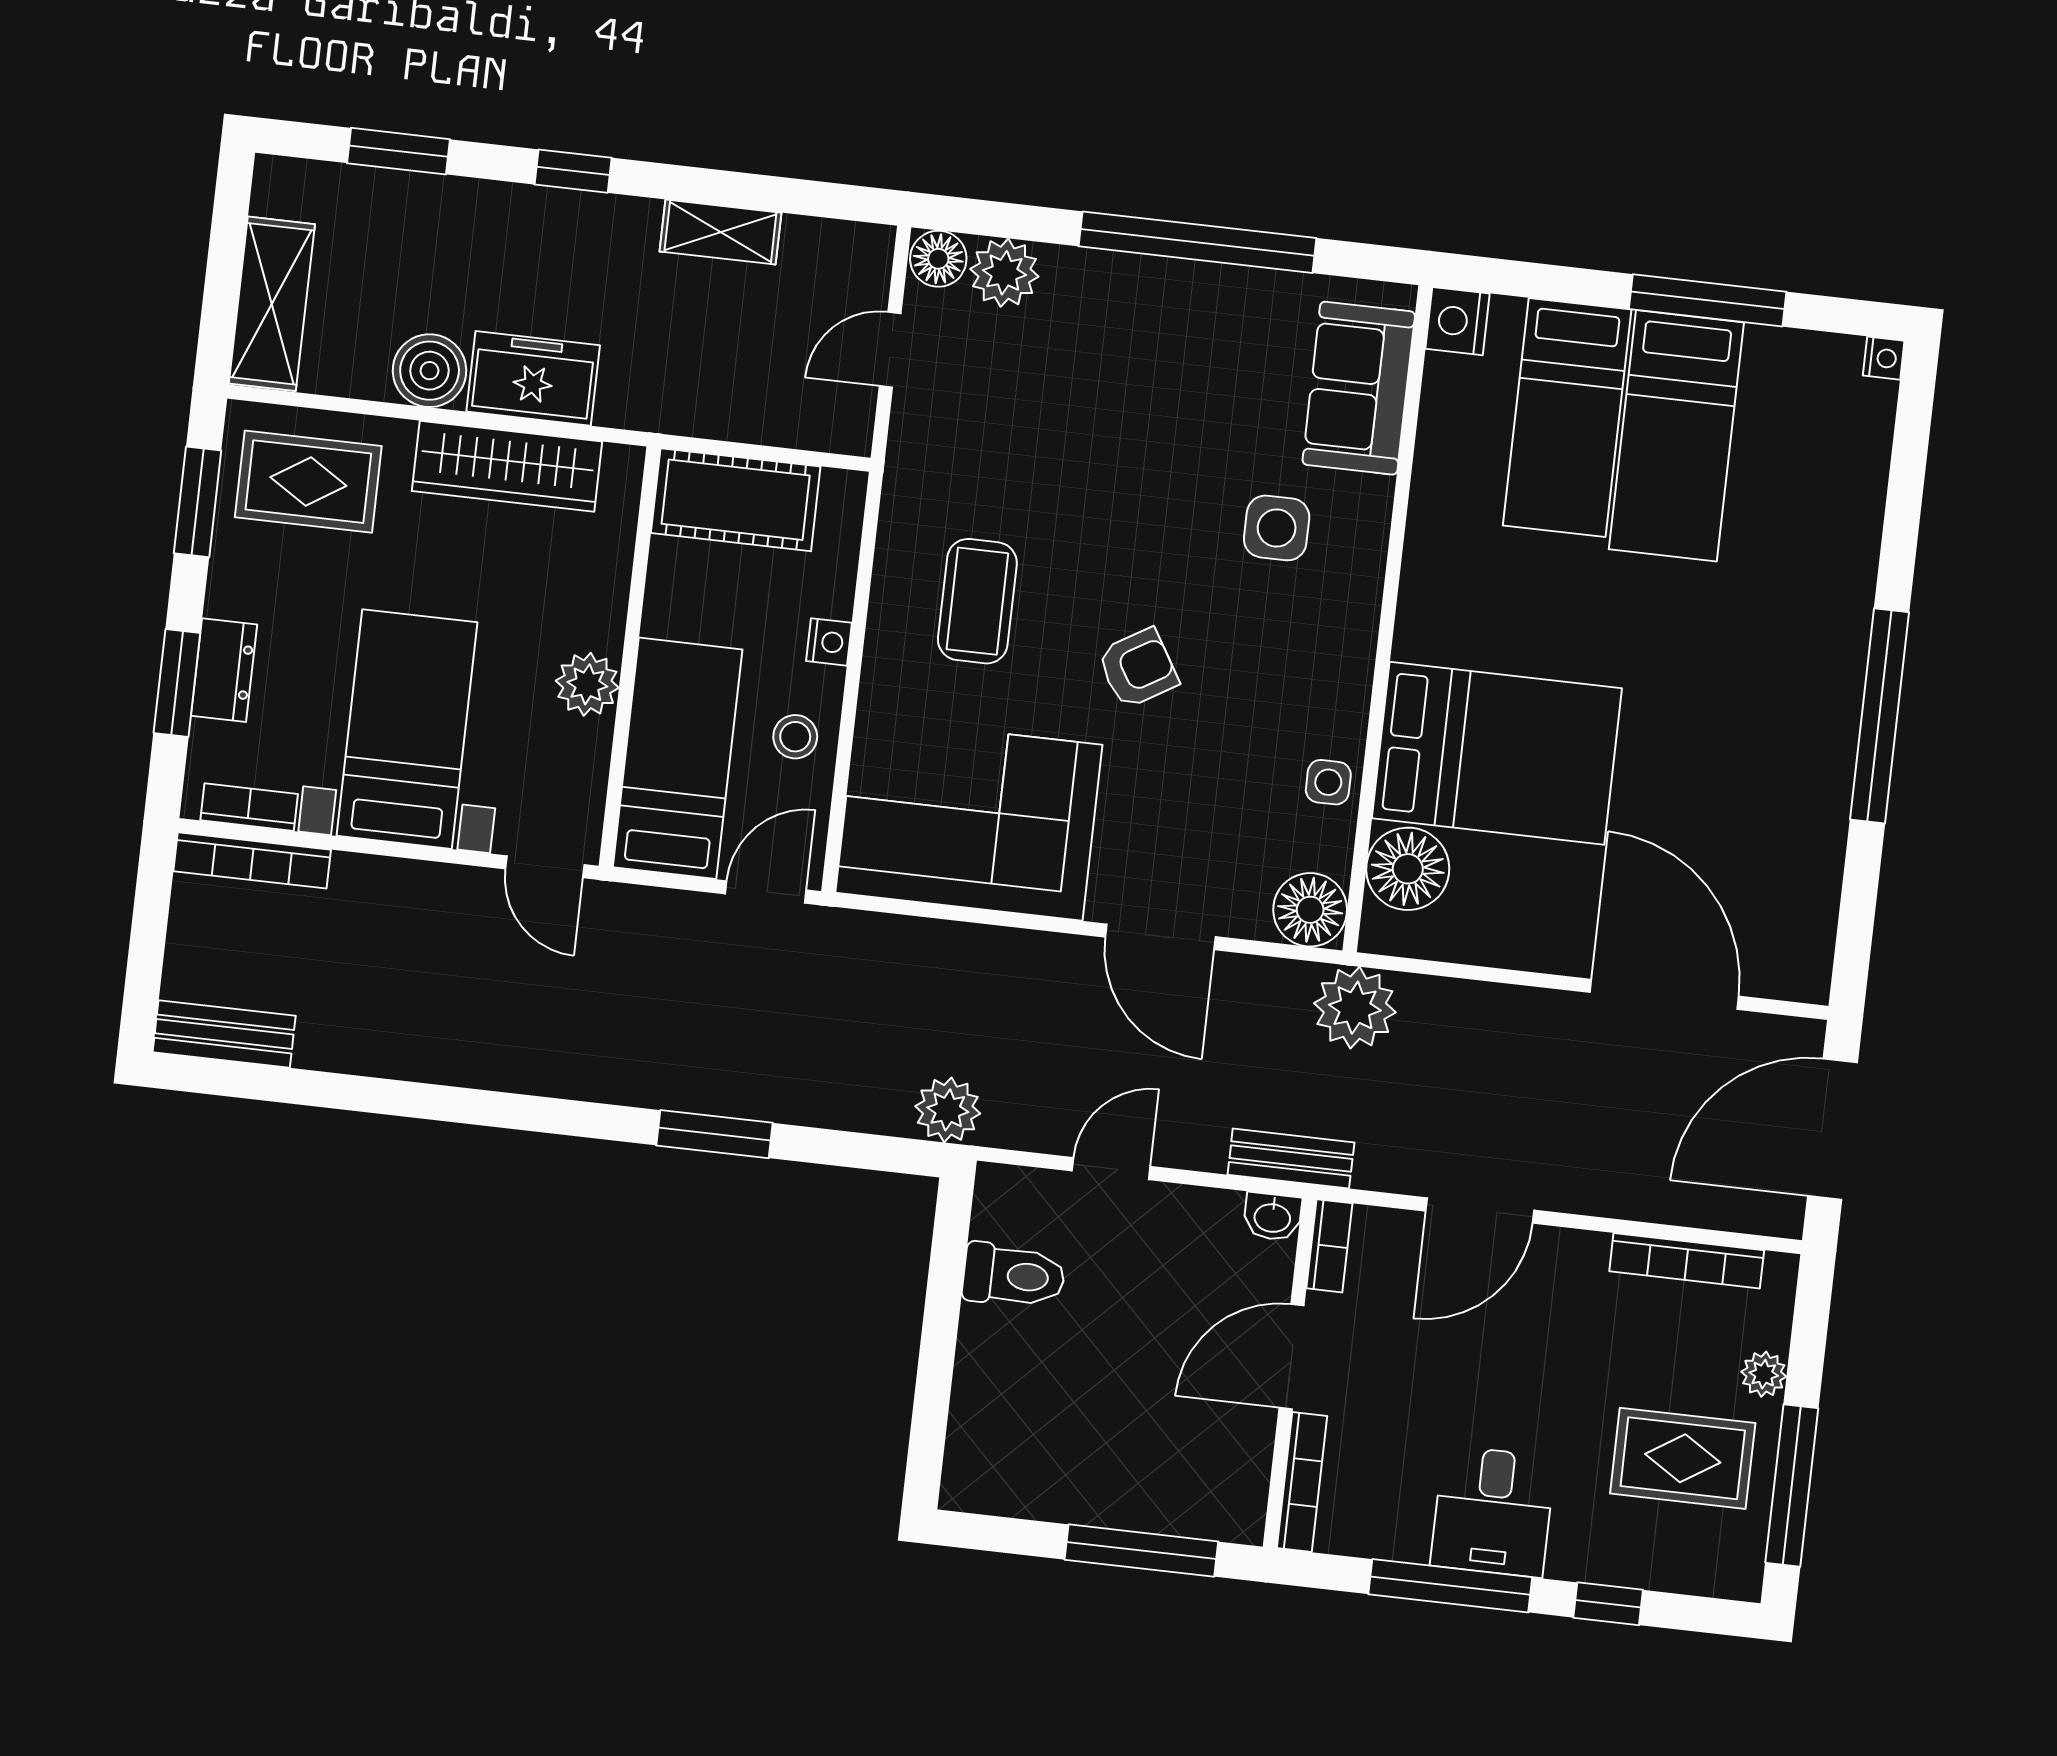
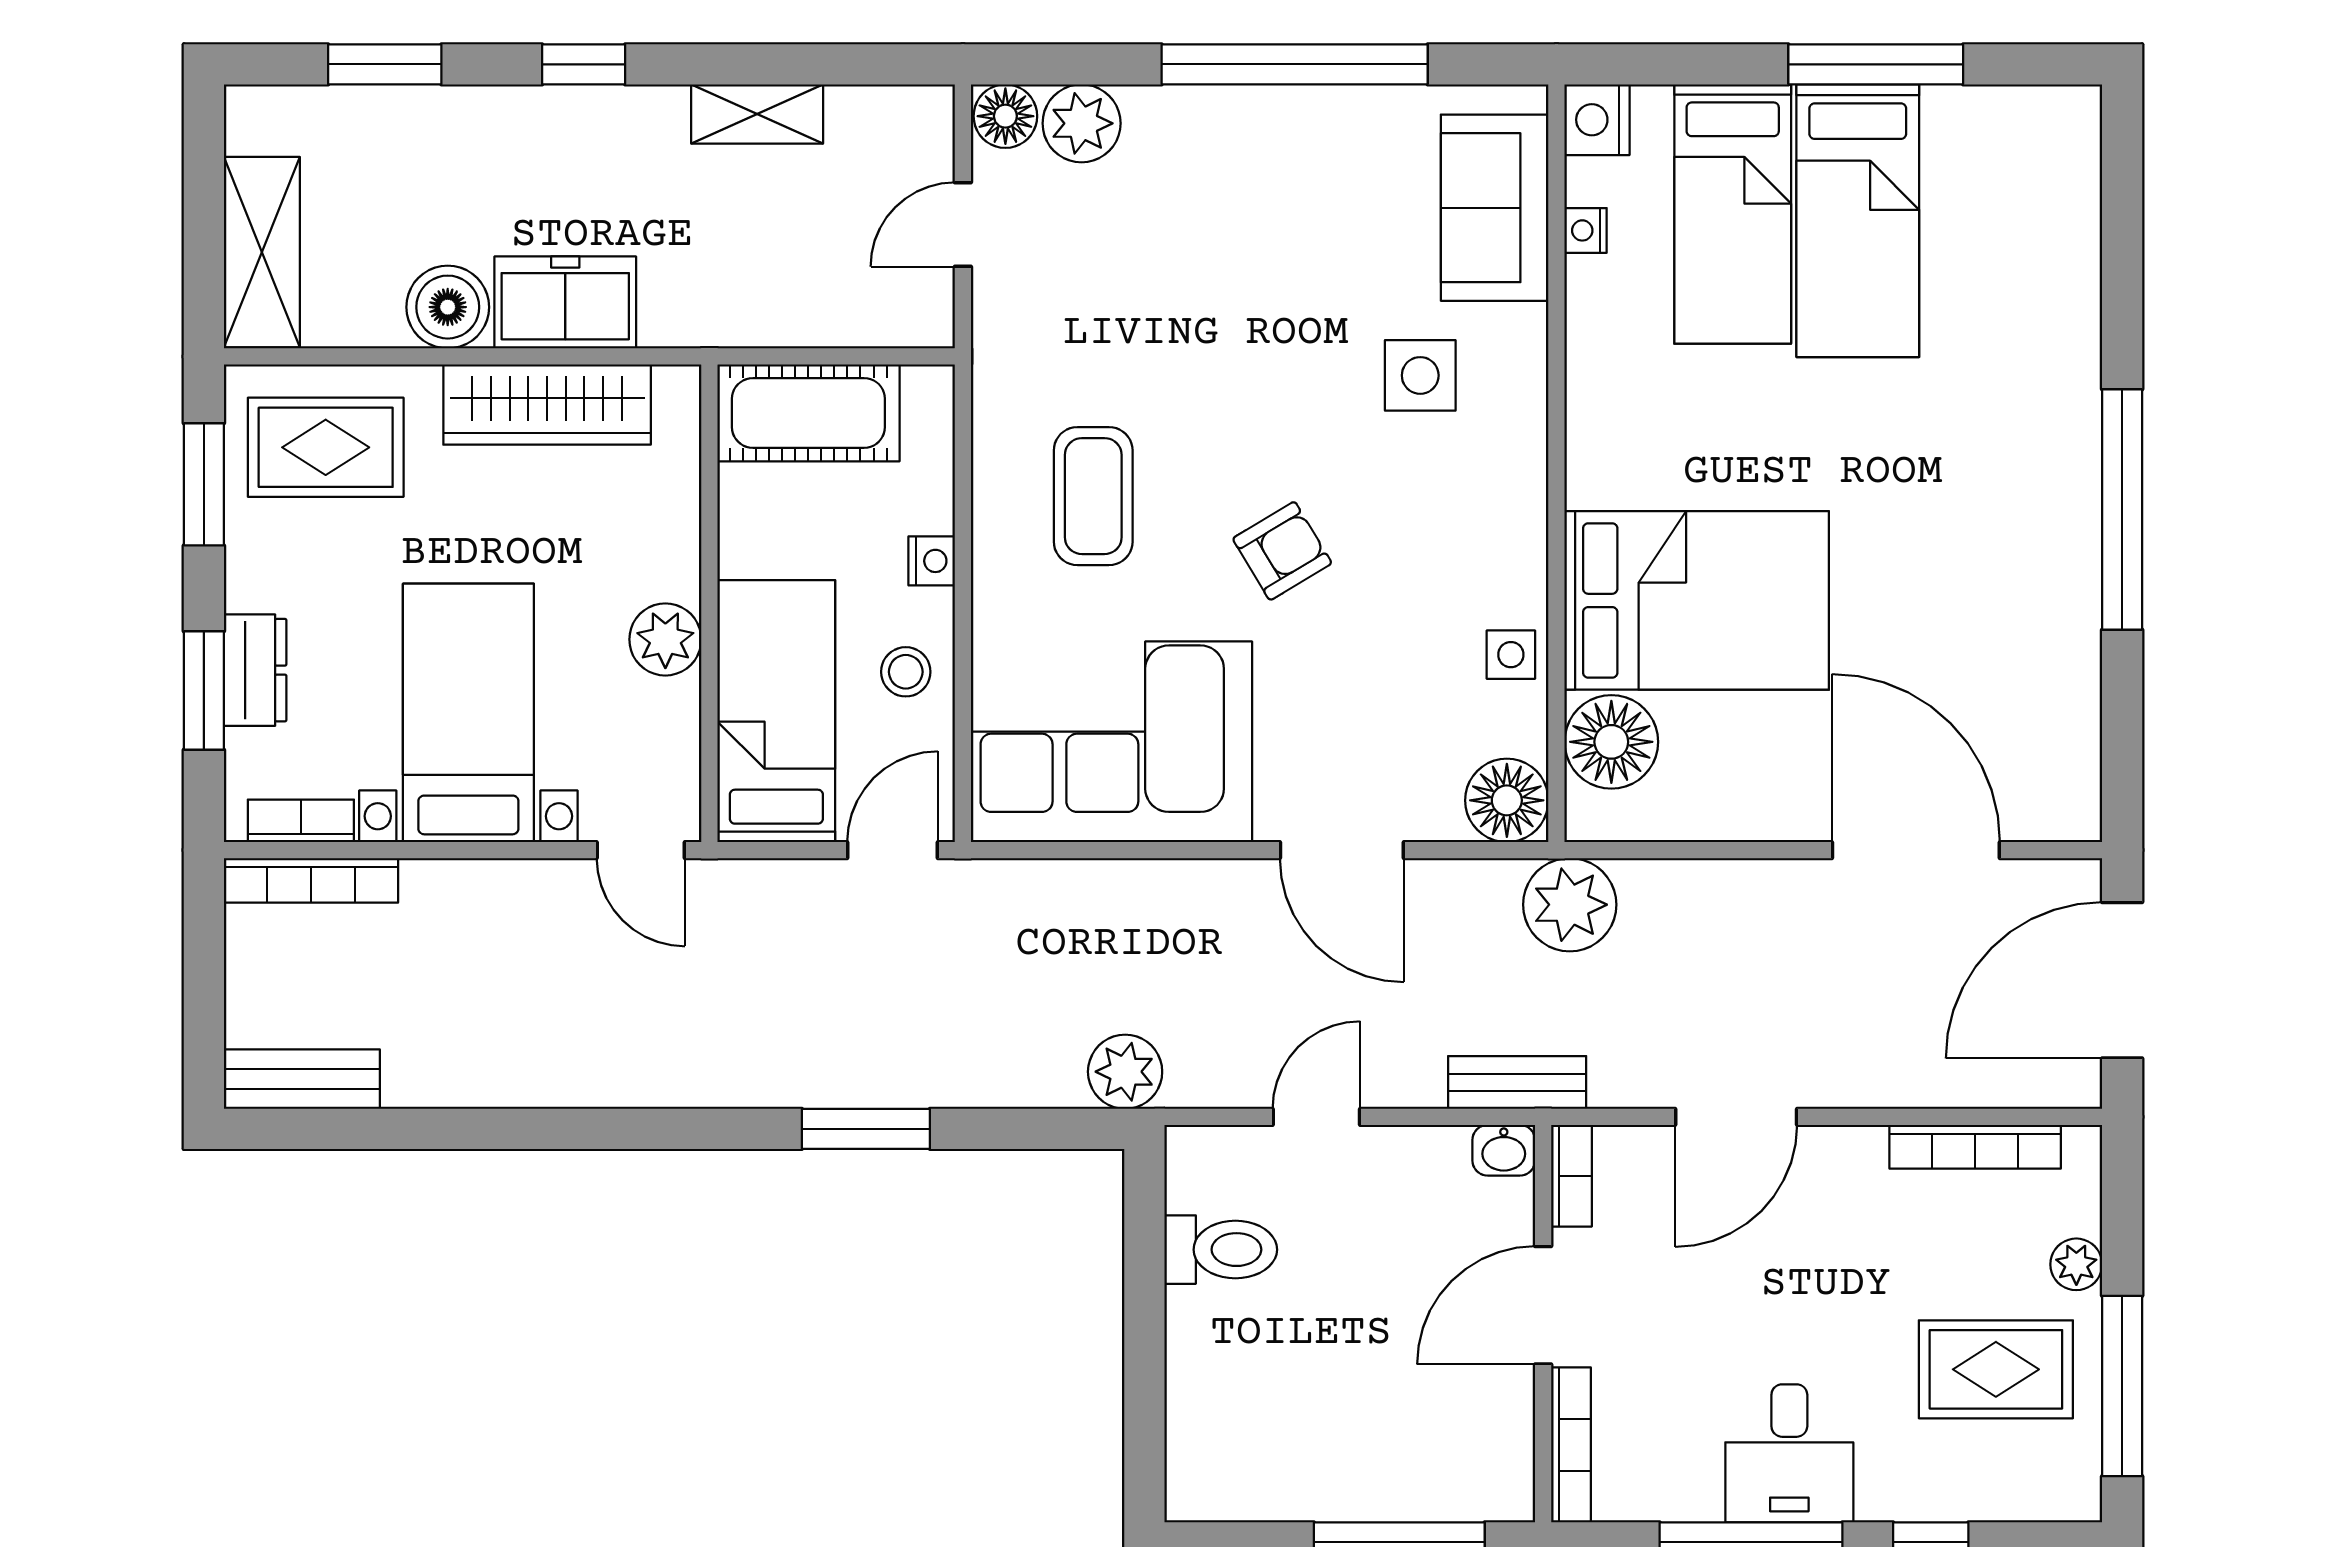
nightstand: (1884, 358) -> (1586, 230), moved, turned 180

